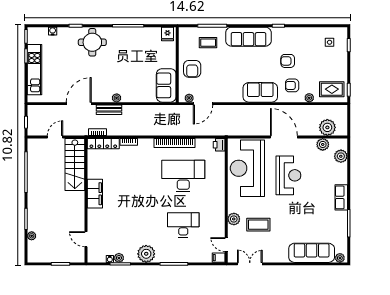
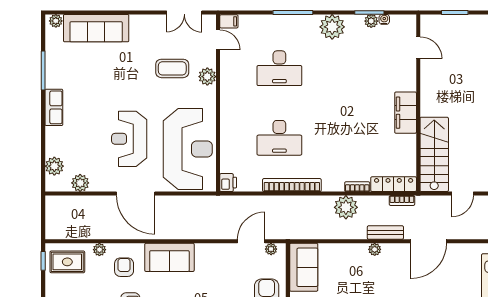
armchair: (292, 85) -> (124, 267), turned -90
plant: (327, 127) -> (346, 207), moved
desk: (183, 176) -> (279, 138), width x0.73, depth x0.77

